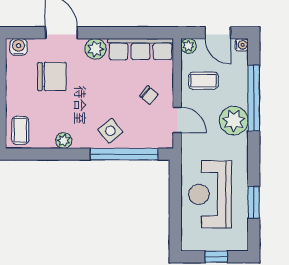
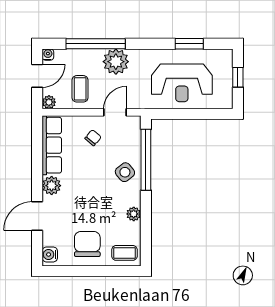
chair: (52, 76) -> (87, 244), moved

